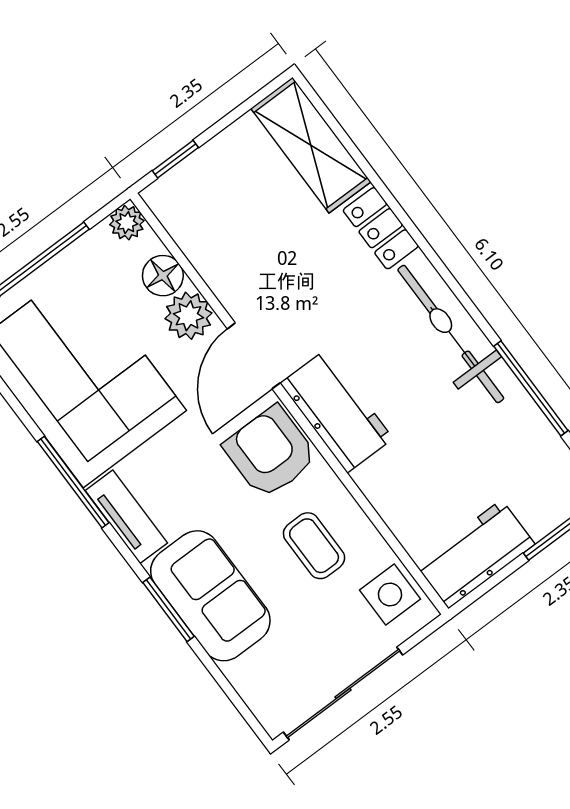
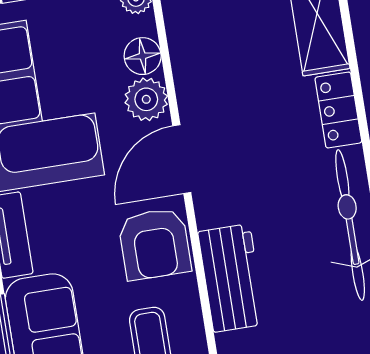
workbench: (337, 411) -> (232, 278), moved
armchair: (270, 452) -> (155, 244), turned 180

